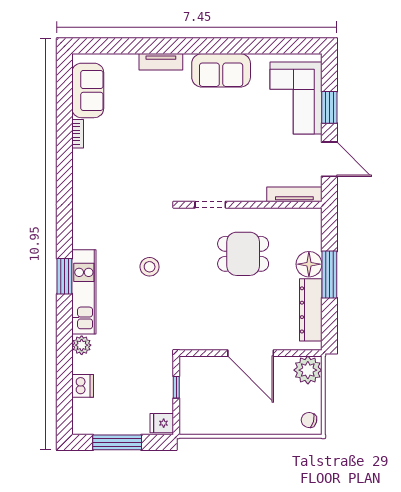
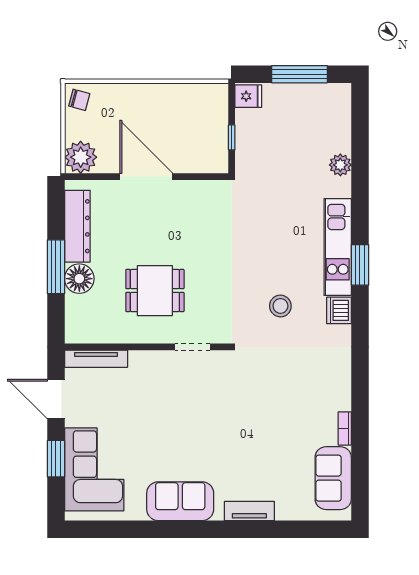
stool: (150, 267) -> (280, 306), moved
plant: (82, 345) -> (340, 165), moved
dishwasher: (83, 386) -> (339, 310), moved

